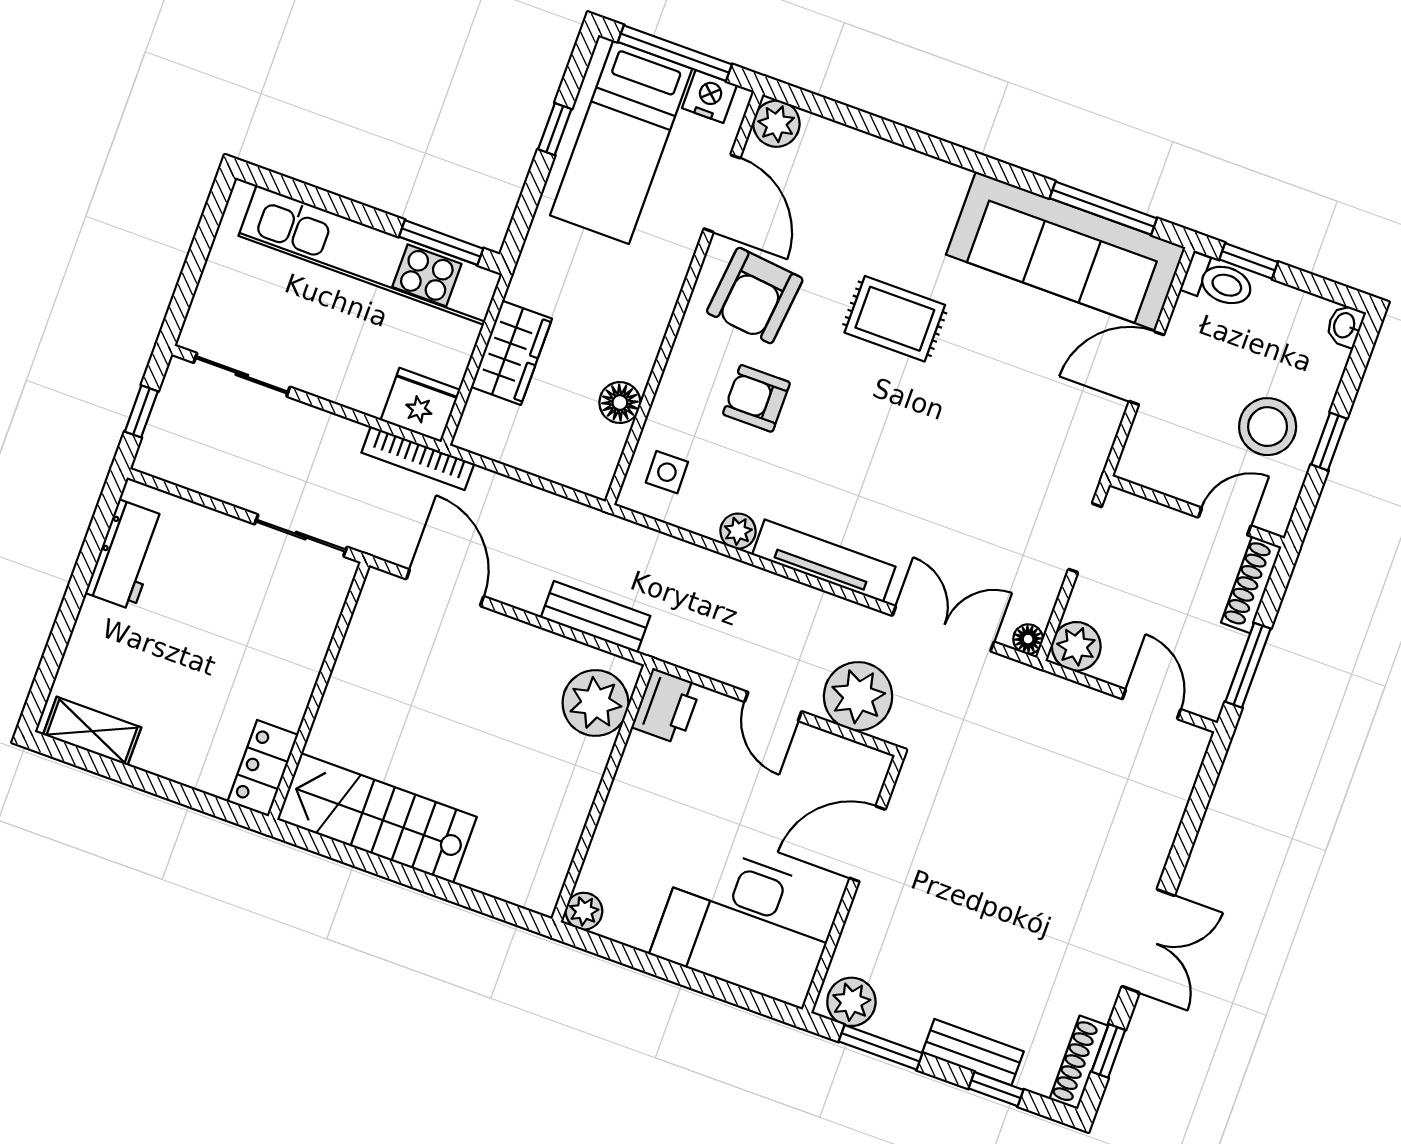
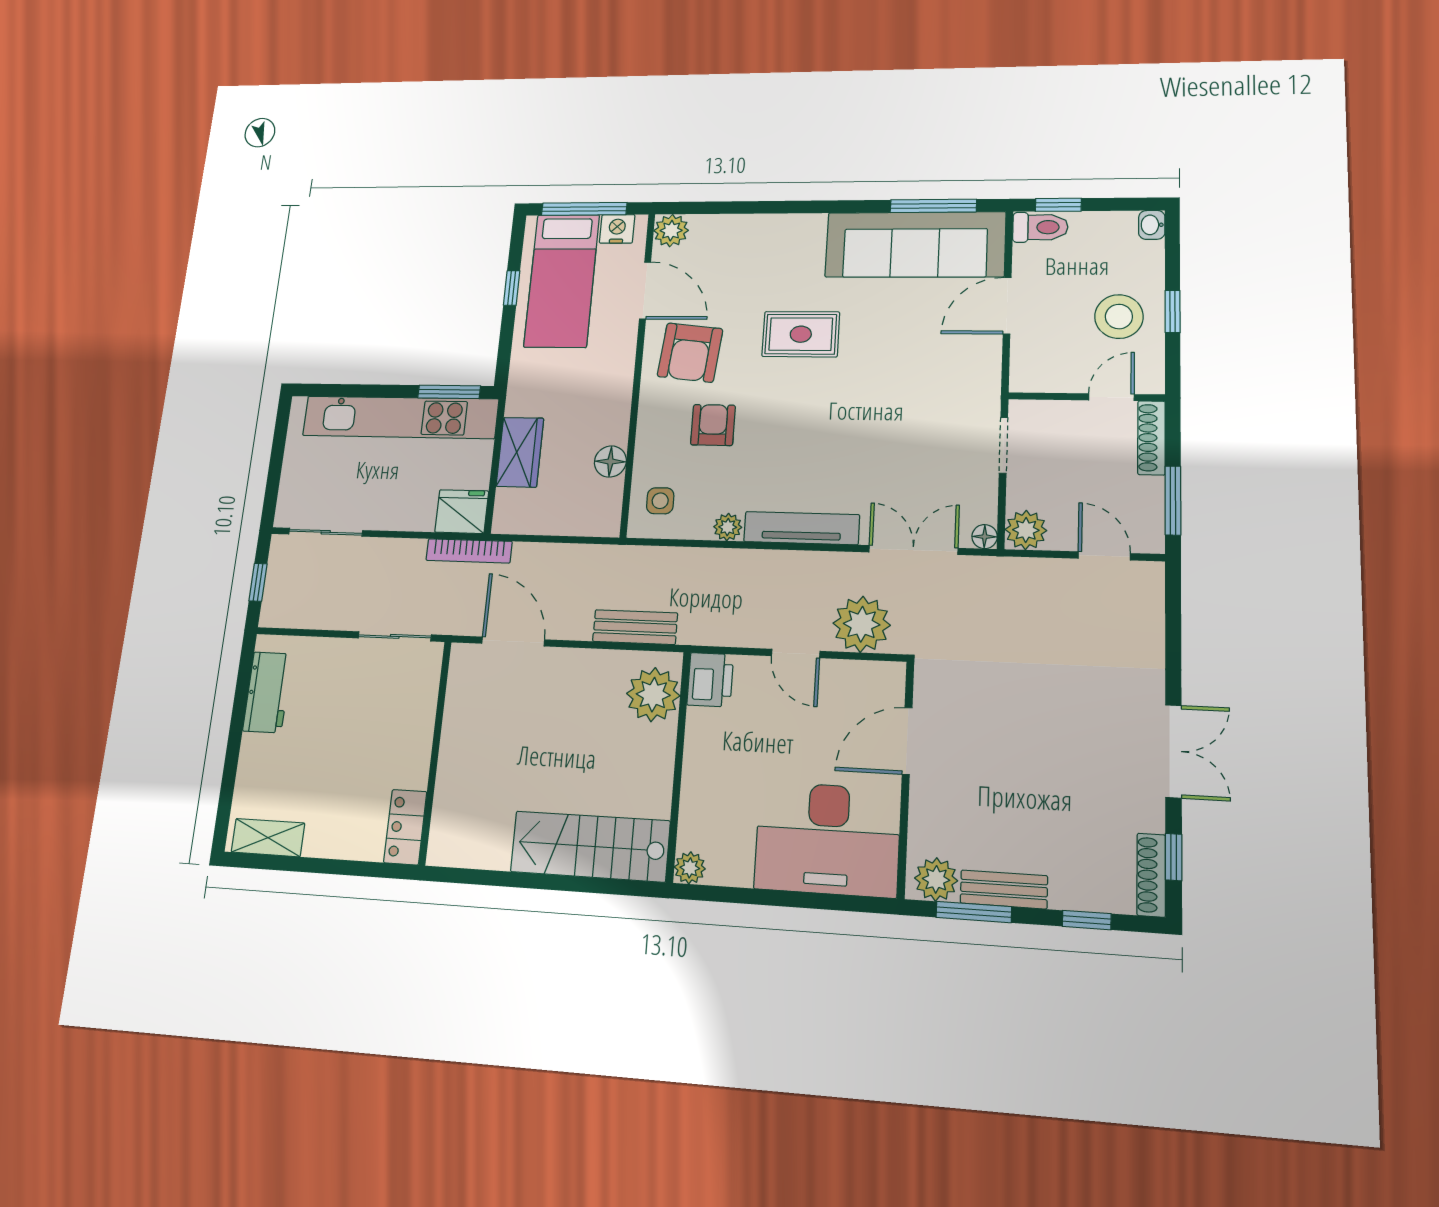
armchair: (756, 398) -> (713, 425), turned 90
stairs: (377, 818) -> (590, 846), moved
bench: (973, 1052) -> (1004, 889), moved

